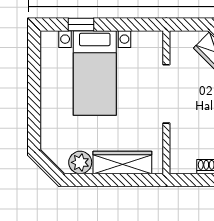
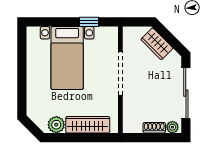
window: (81, 25) -> (89, 22), moved

